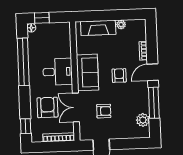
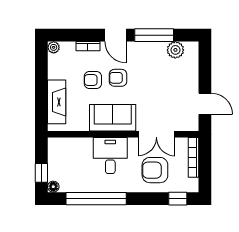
plant: (121, 25) -> (54, 47), moved
armchair: (104, 111) -> (93, 80), moved, turned -90

